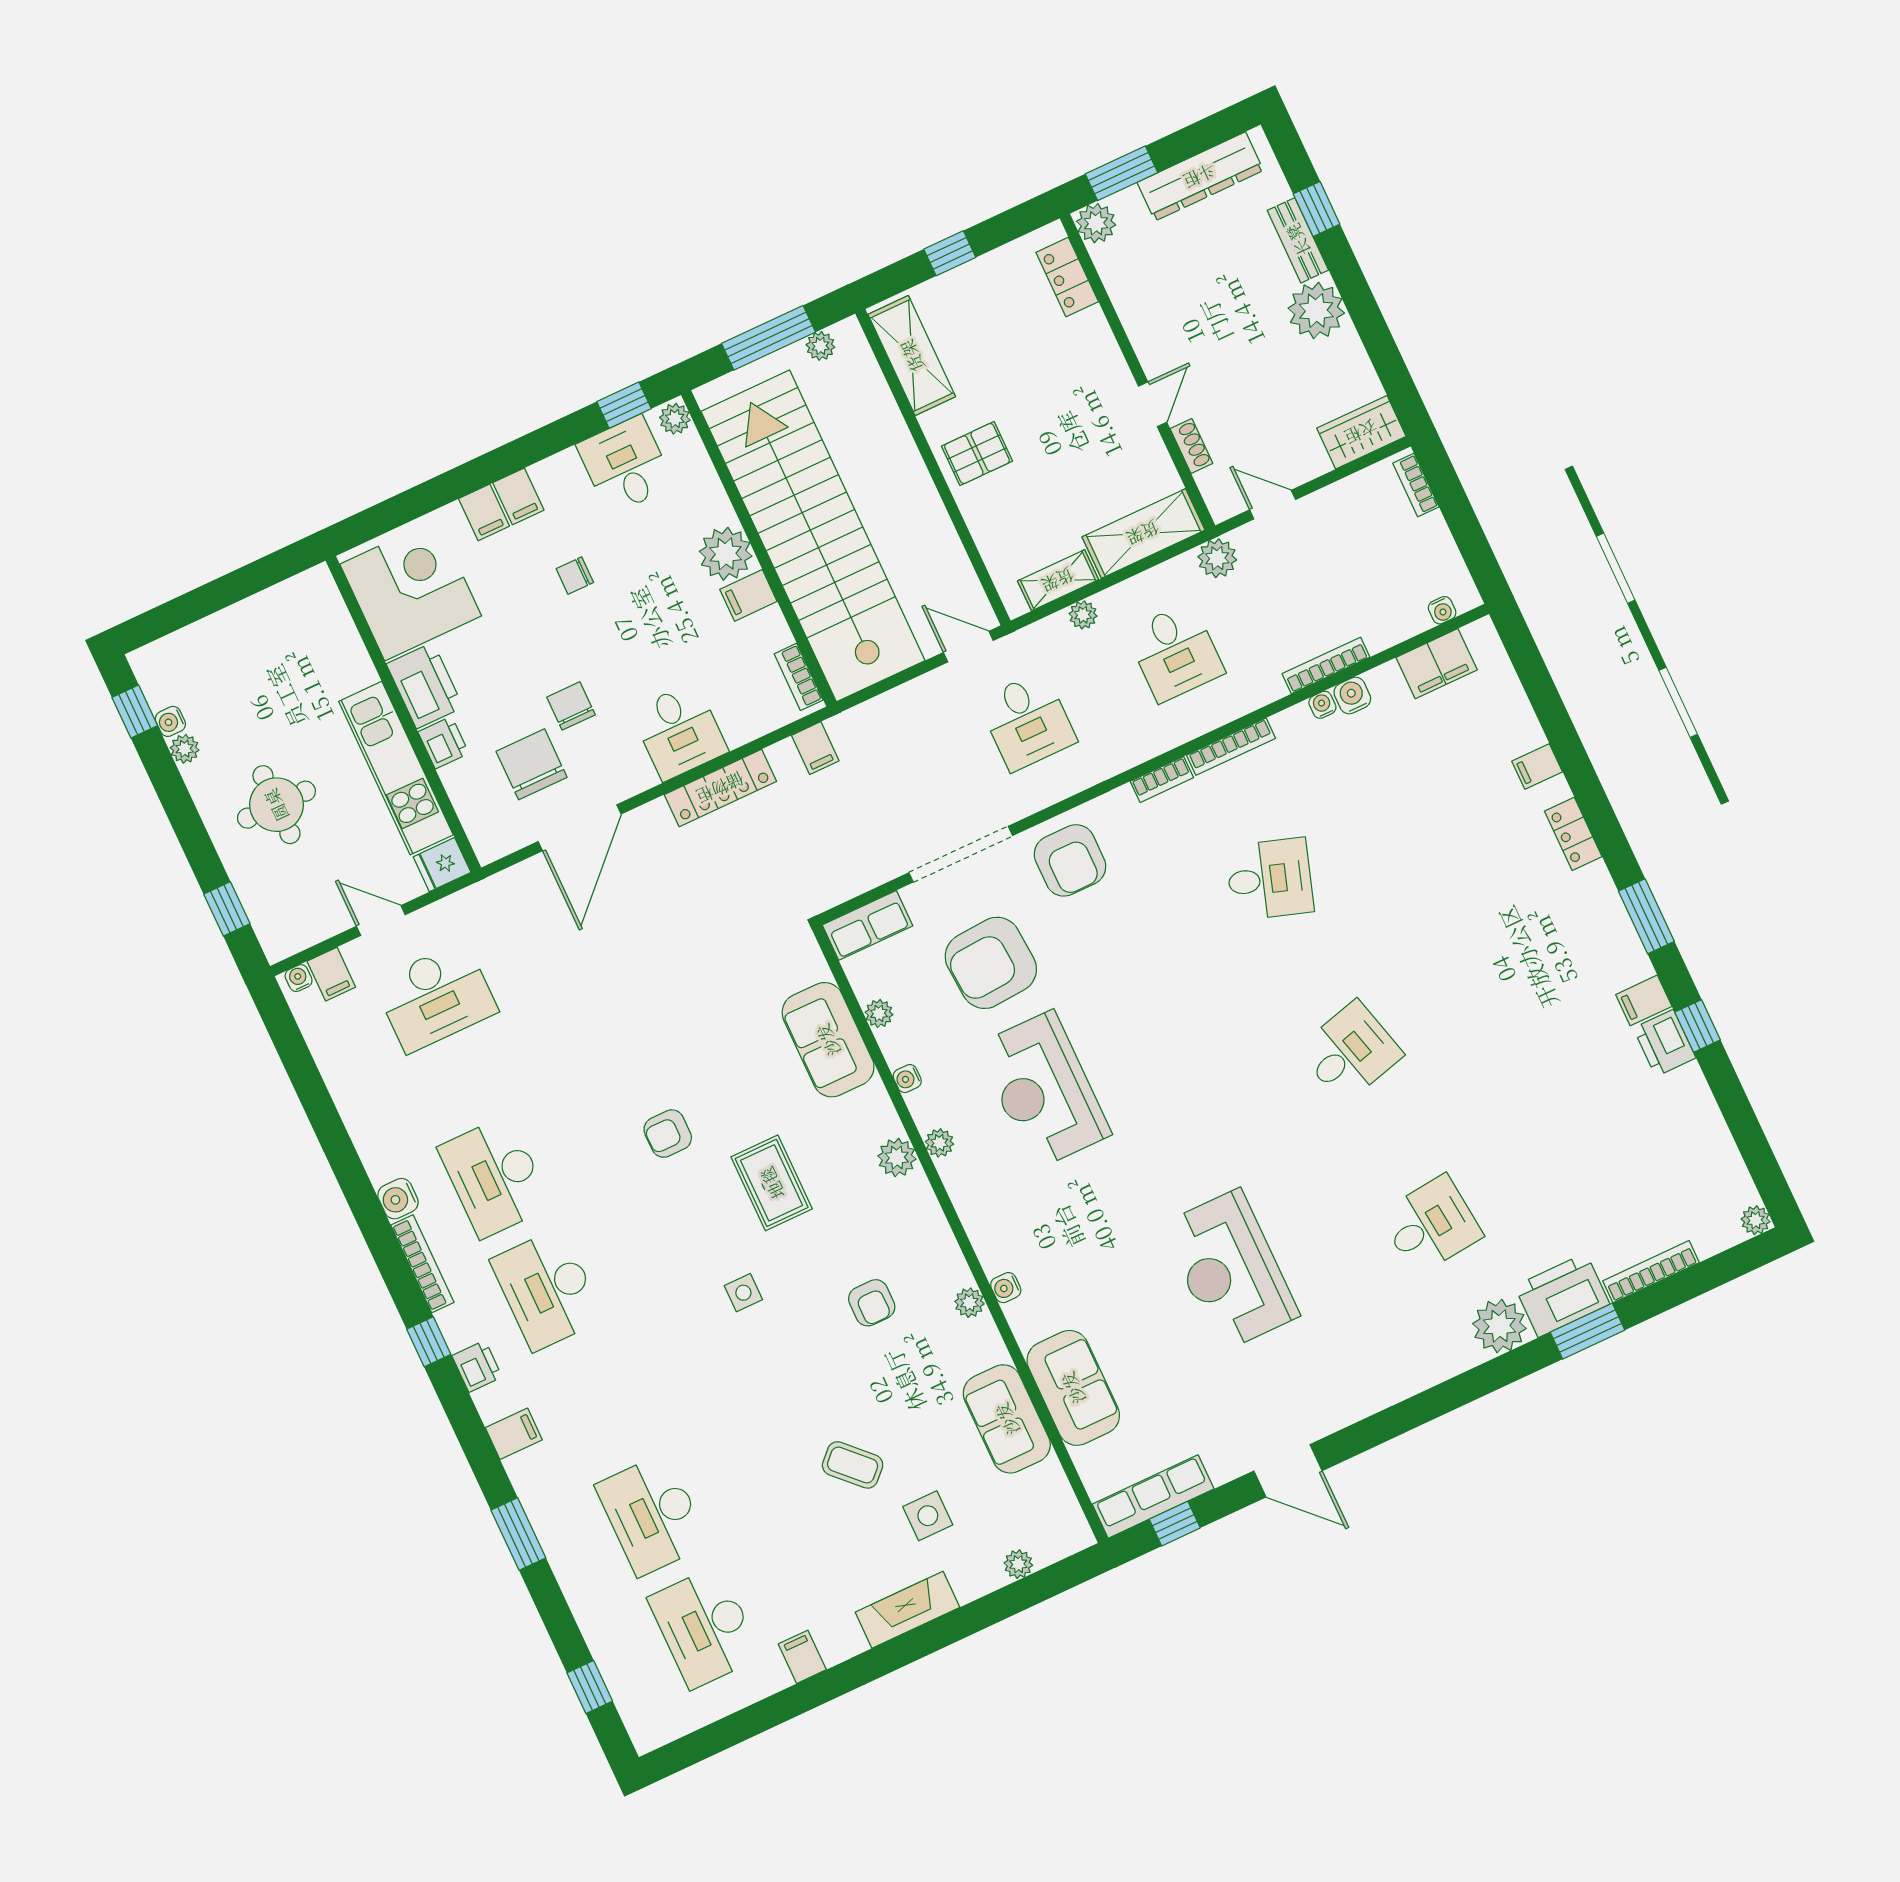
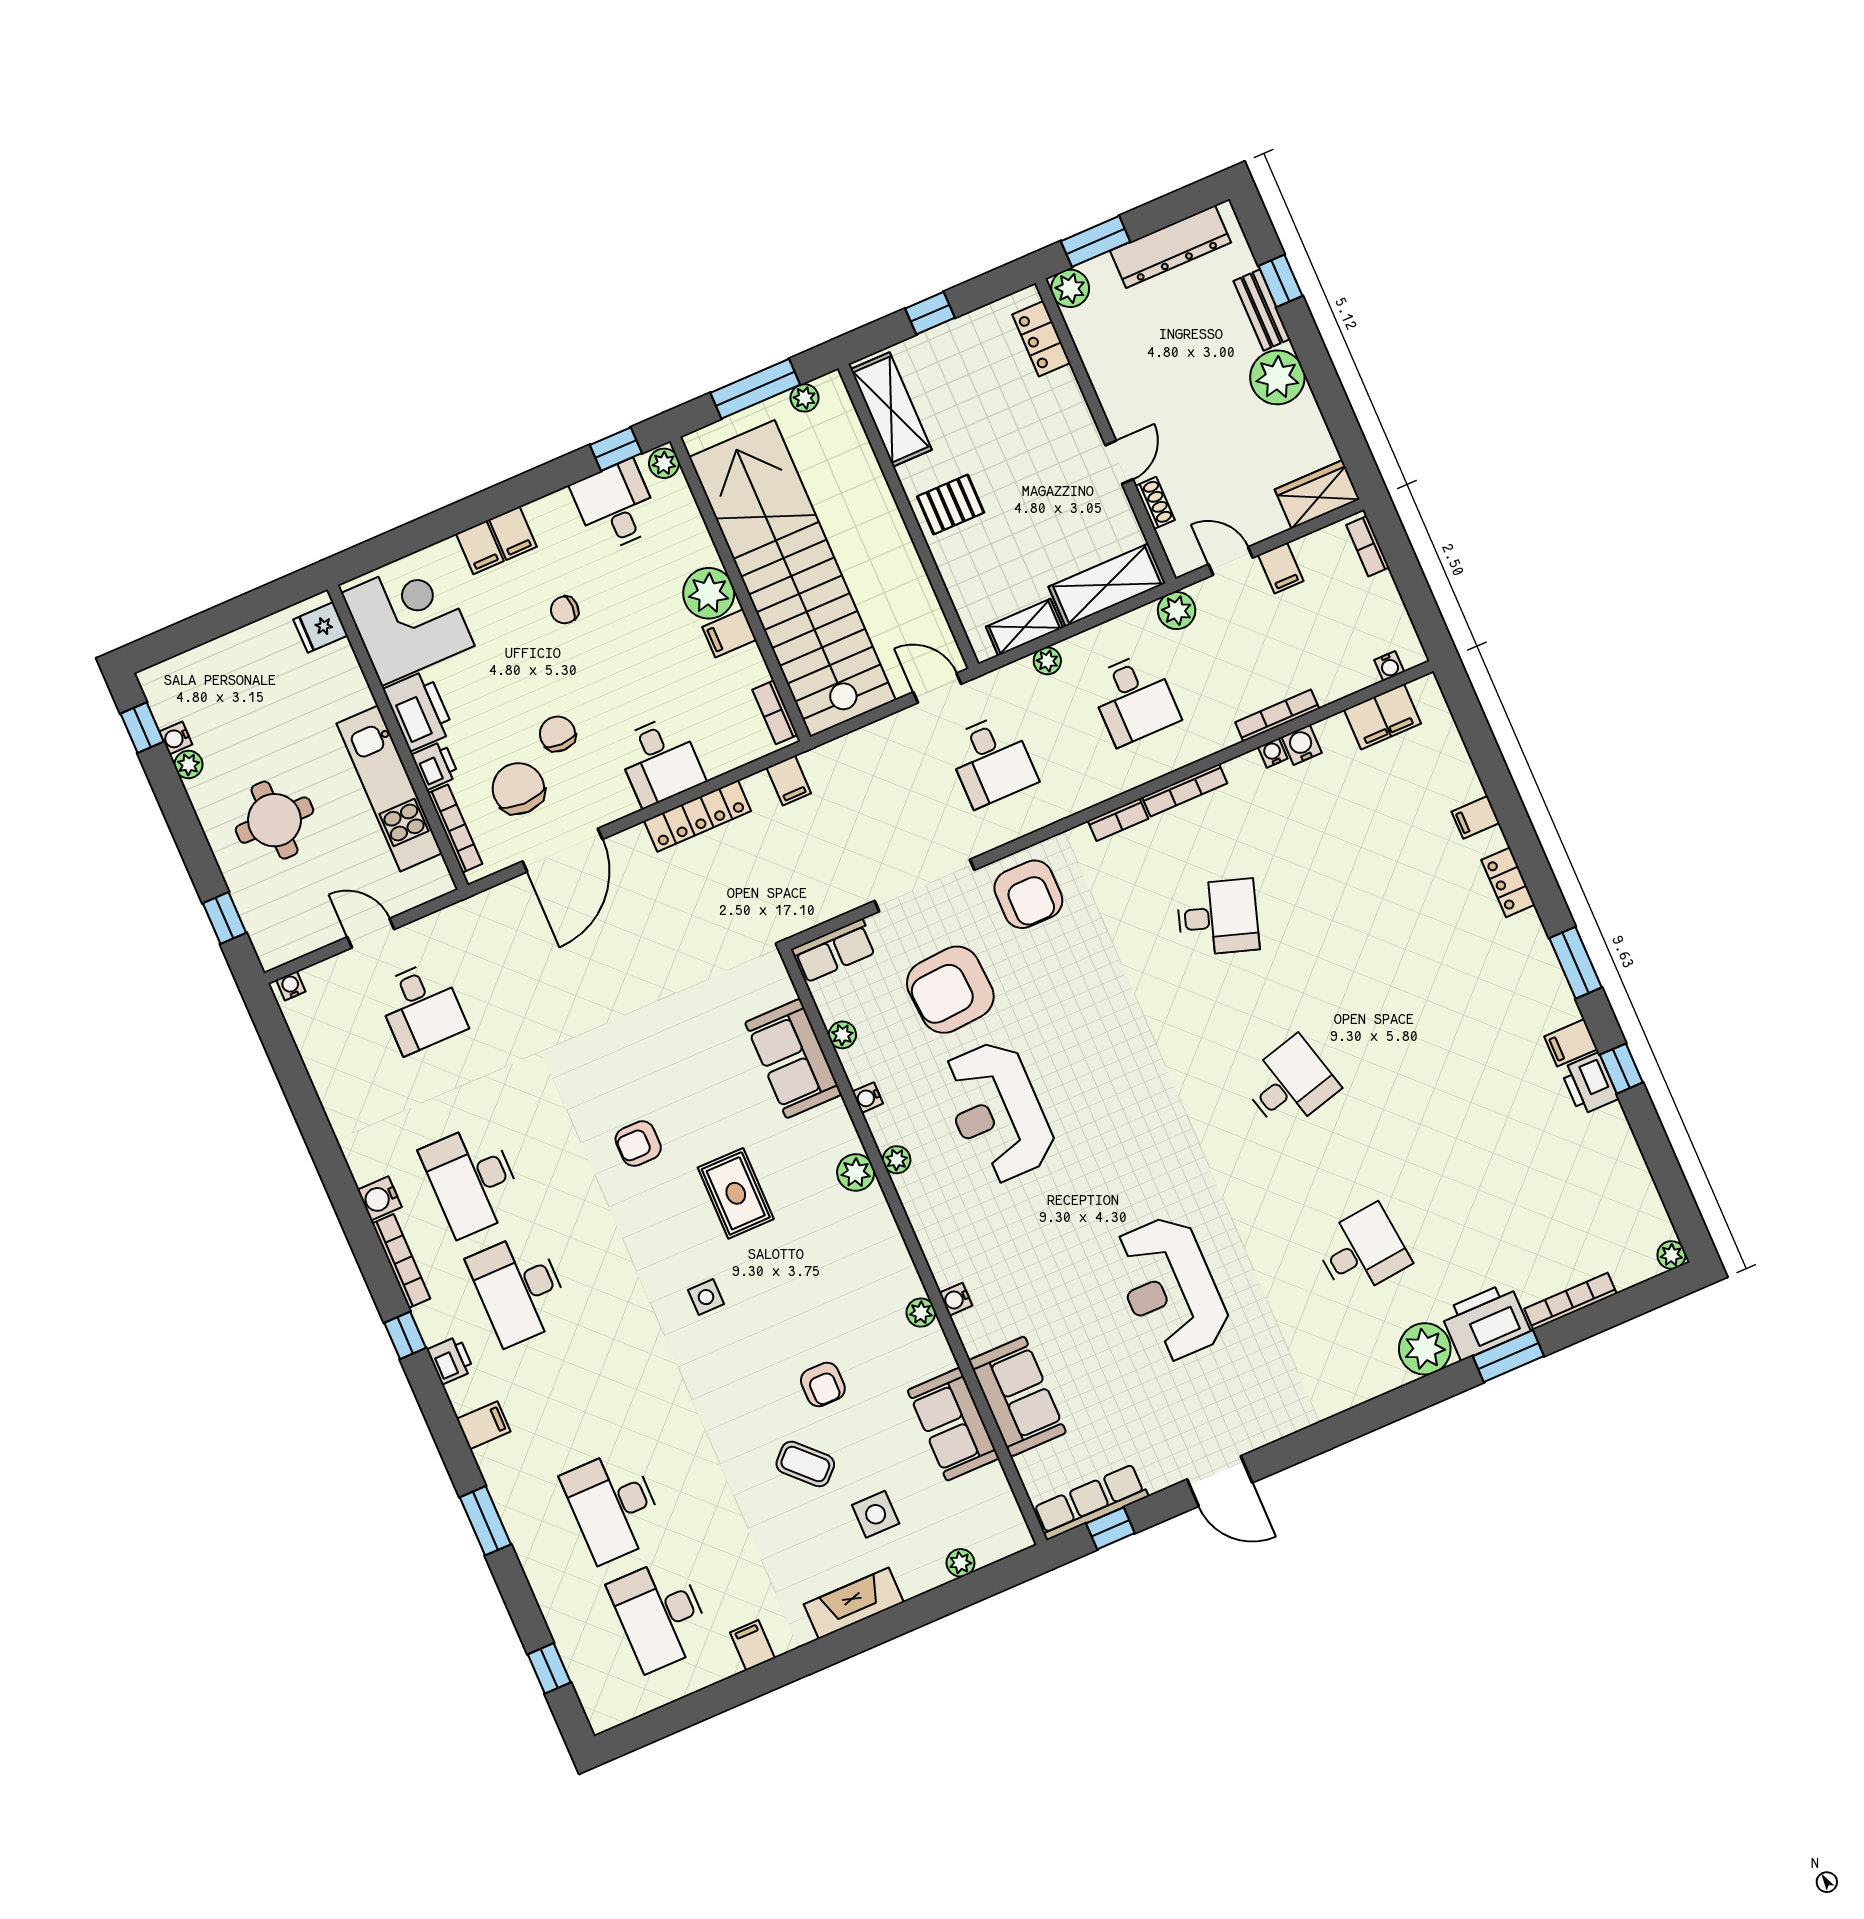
bookcase: (466, 808) -> (455, 829), added
fridge: (442, 865) -> (321, 627), moved
filing cabinet: (331, 974) -> (1281, 568), moved
desk: (436, 997) -> (421, 1007), width x0.73
armchair: (872, 1303) -> (823, 1384), moved

